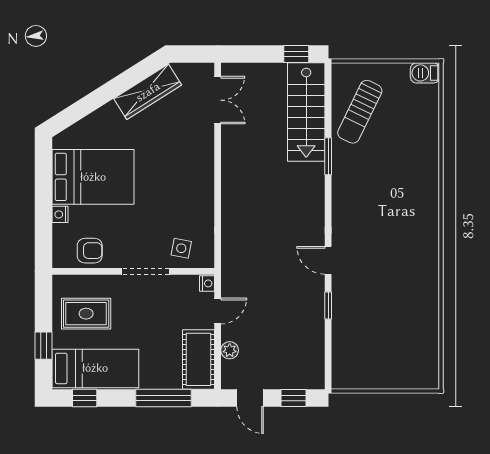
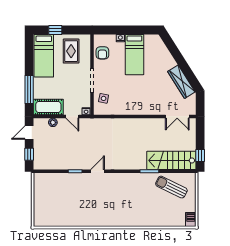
bed: (93, 177) -> (134, 55), width x0.67
window: (85, 398) -> (29, 50), removed

